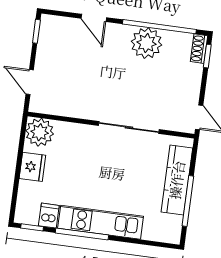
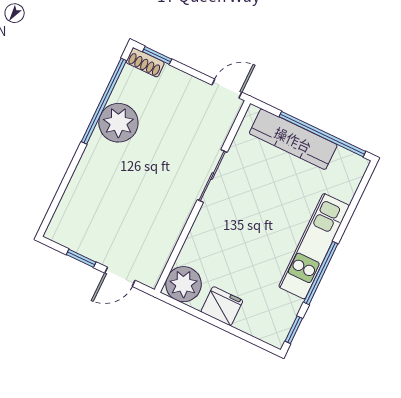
door: (94, 18) -> (68, 176), removed
window: (36, 31) -> (81, 258), moved
sliding door: (129, 128) -> (212, 176), width x0.73
window: (188, 201) -> (322, 134), width x1.46
dishwasher: (49, 216) -> (286, 305), removed

